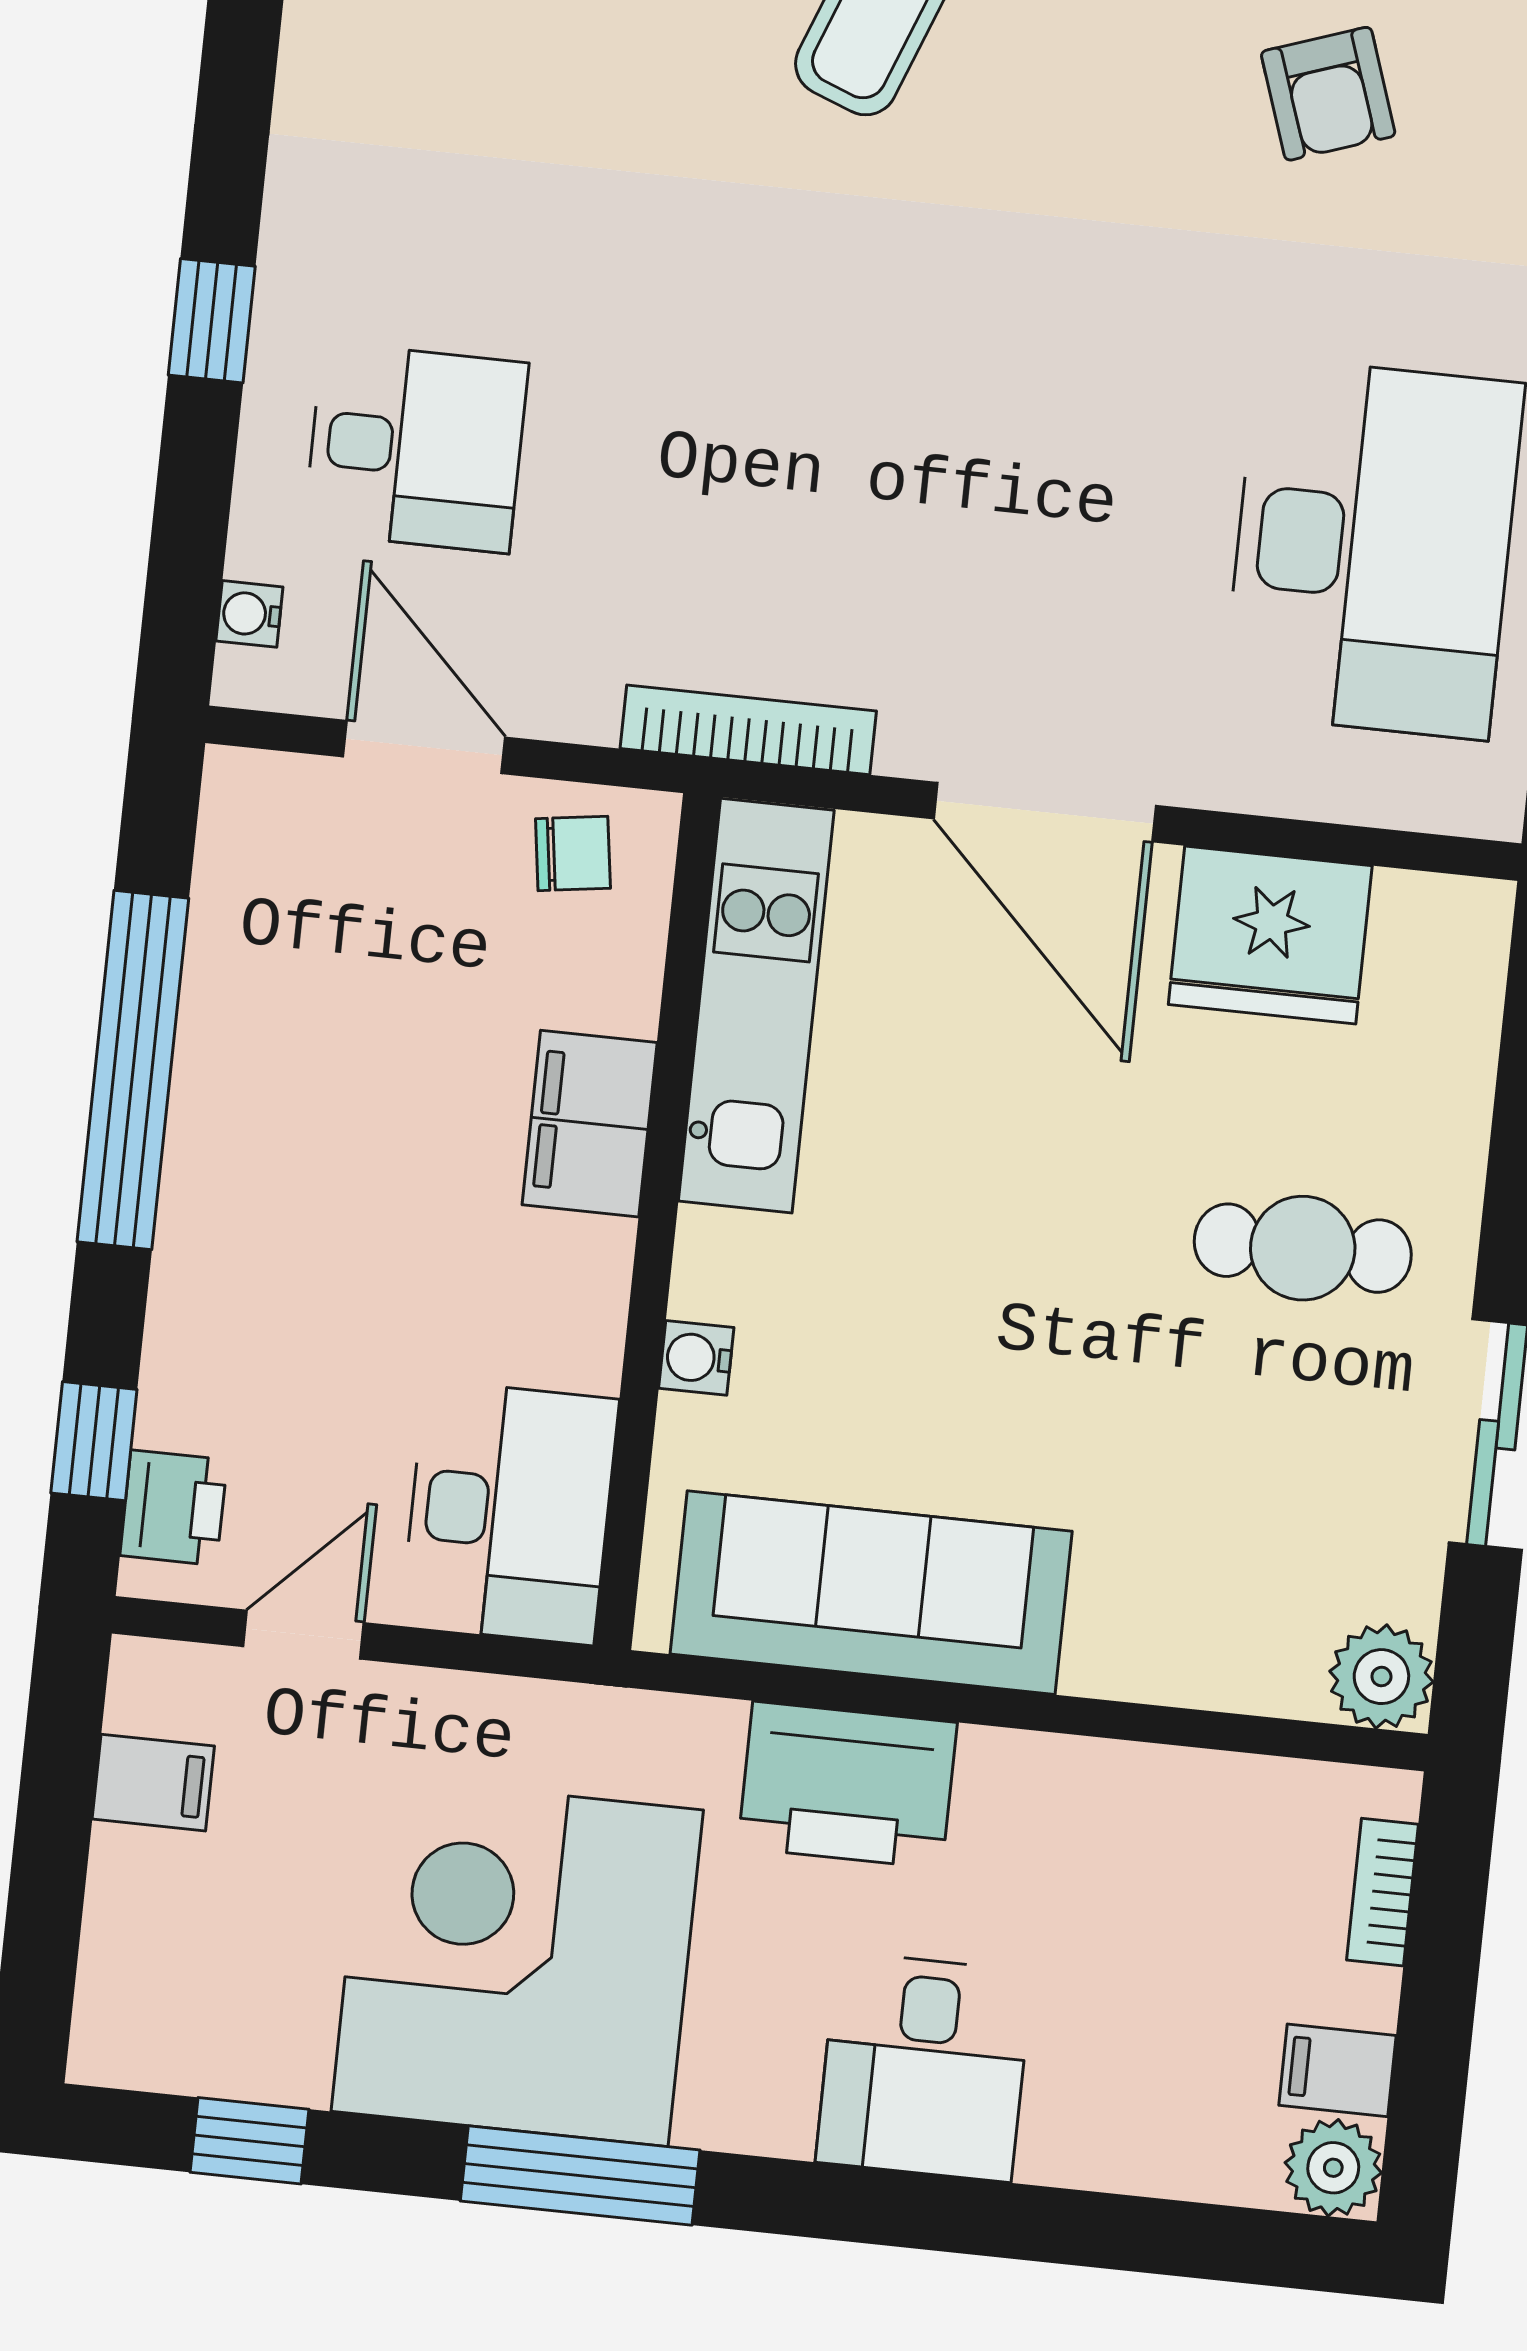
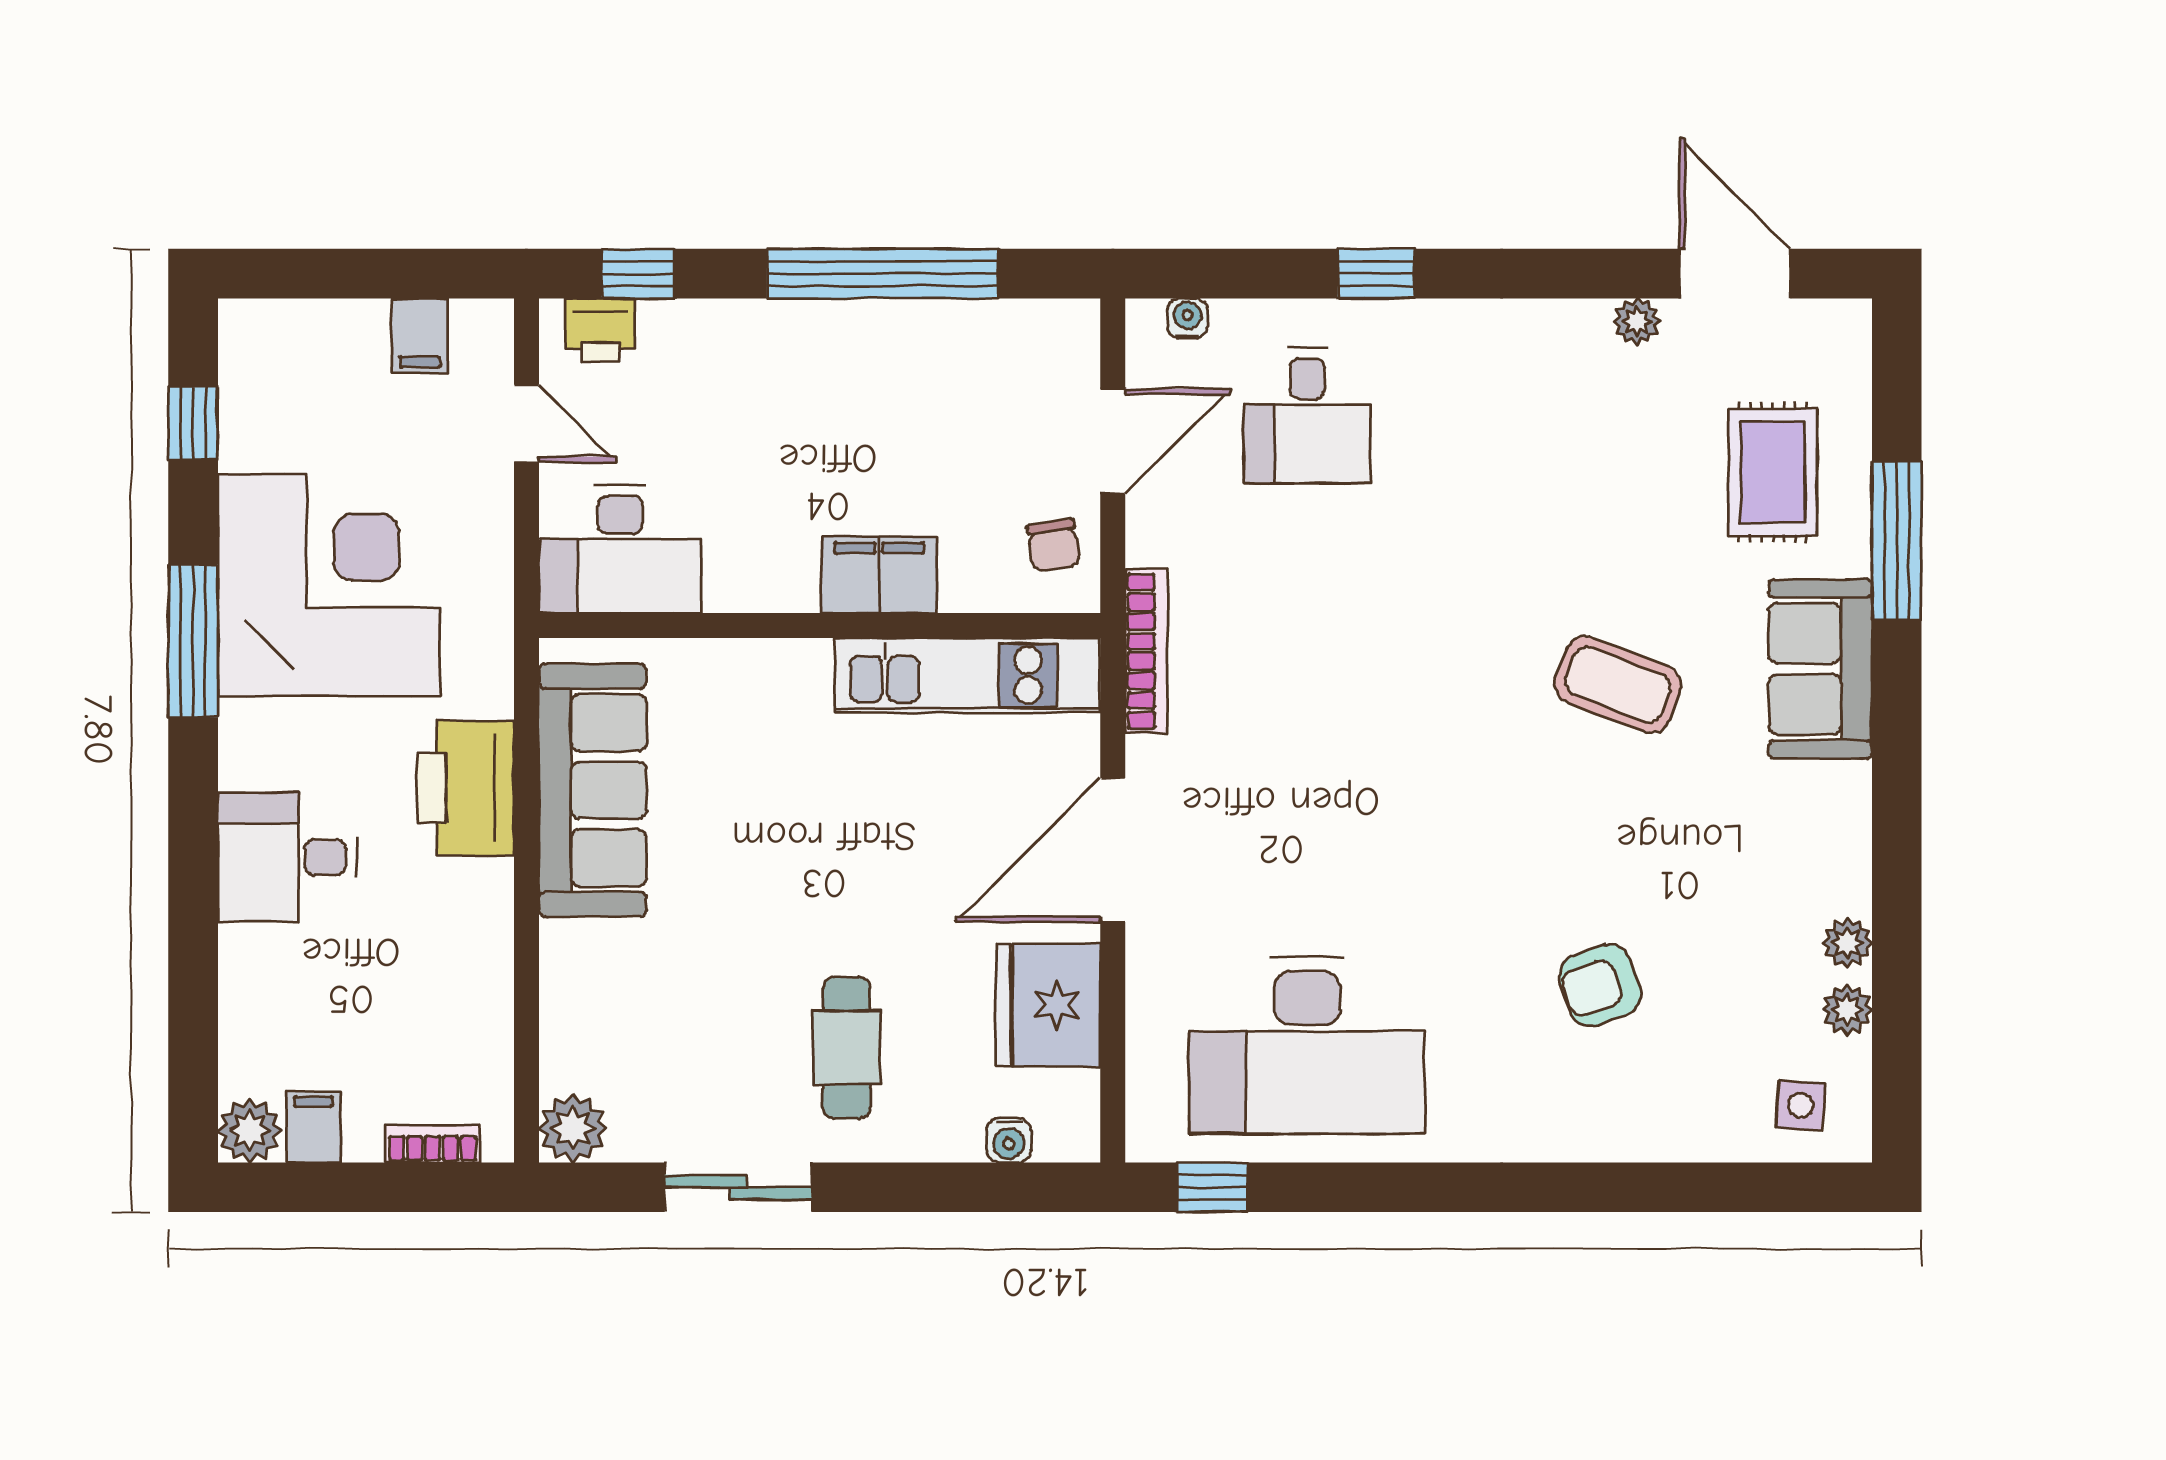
water cooler: (696, 1358) -> (1009, 1140), moved, turned 180

